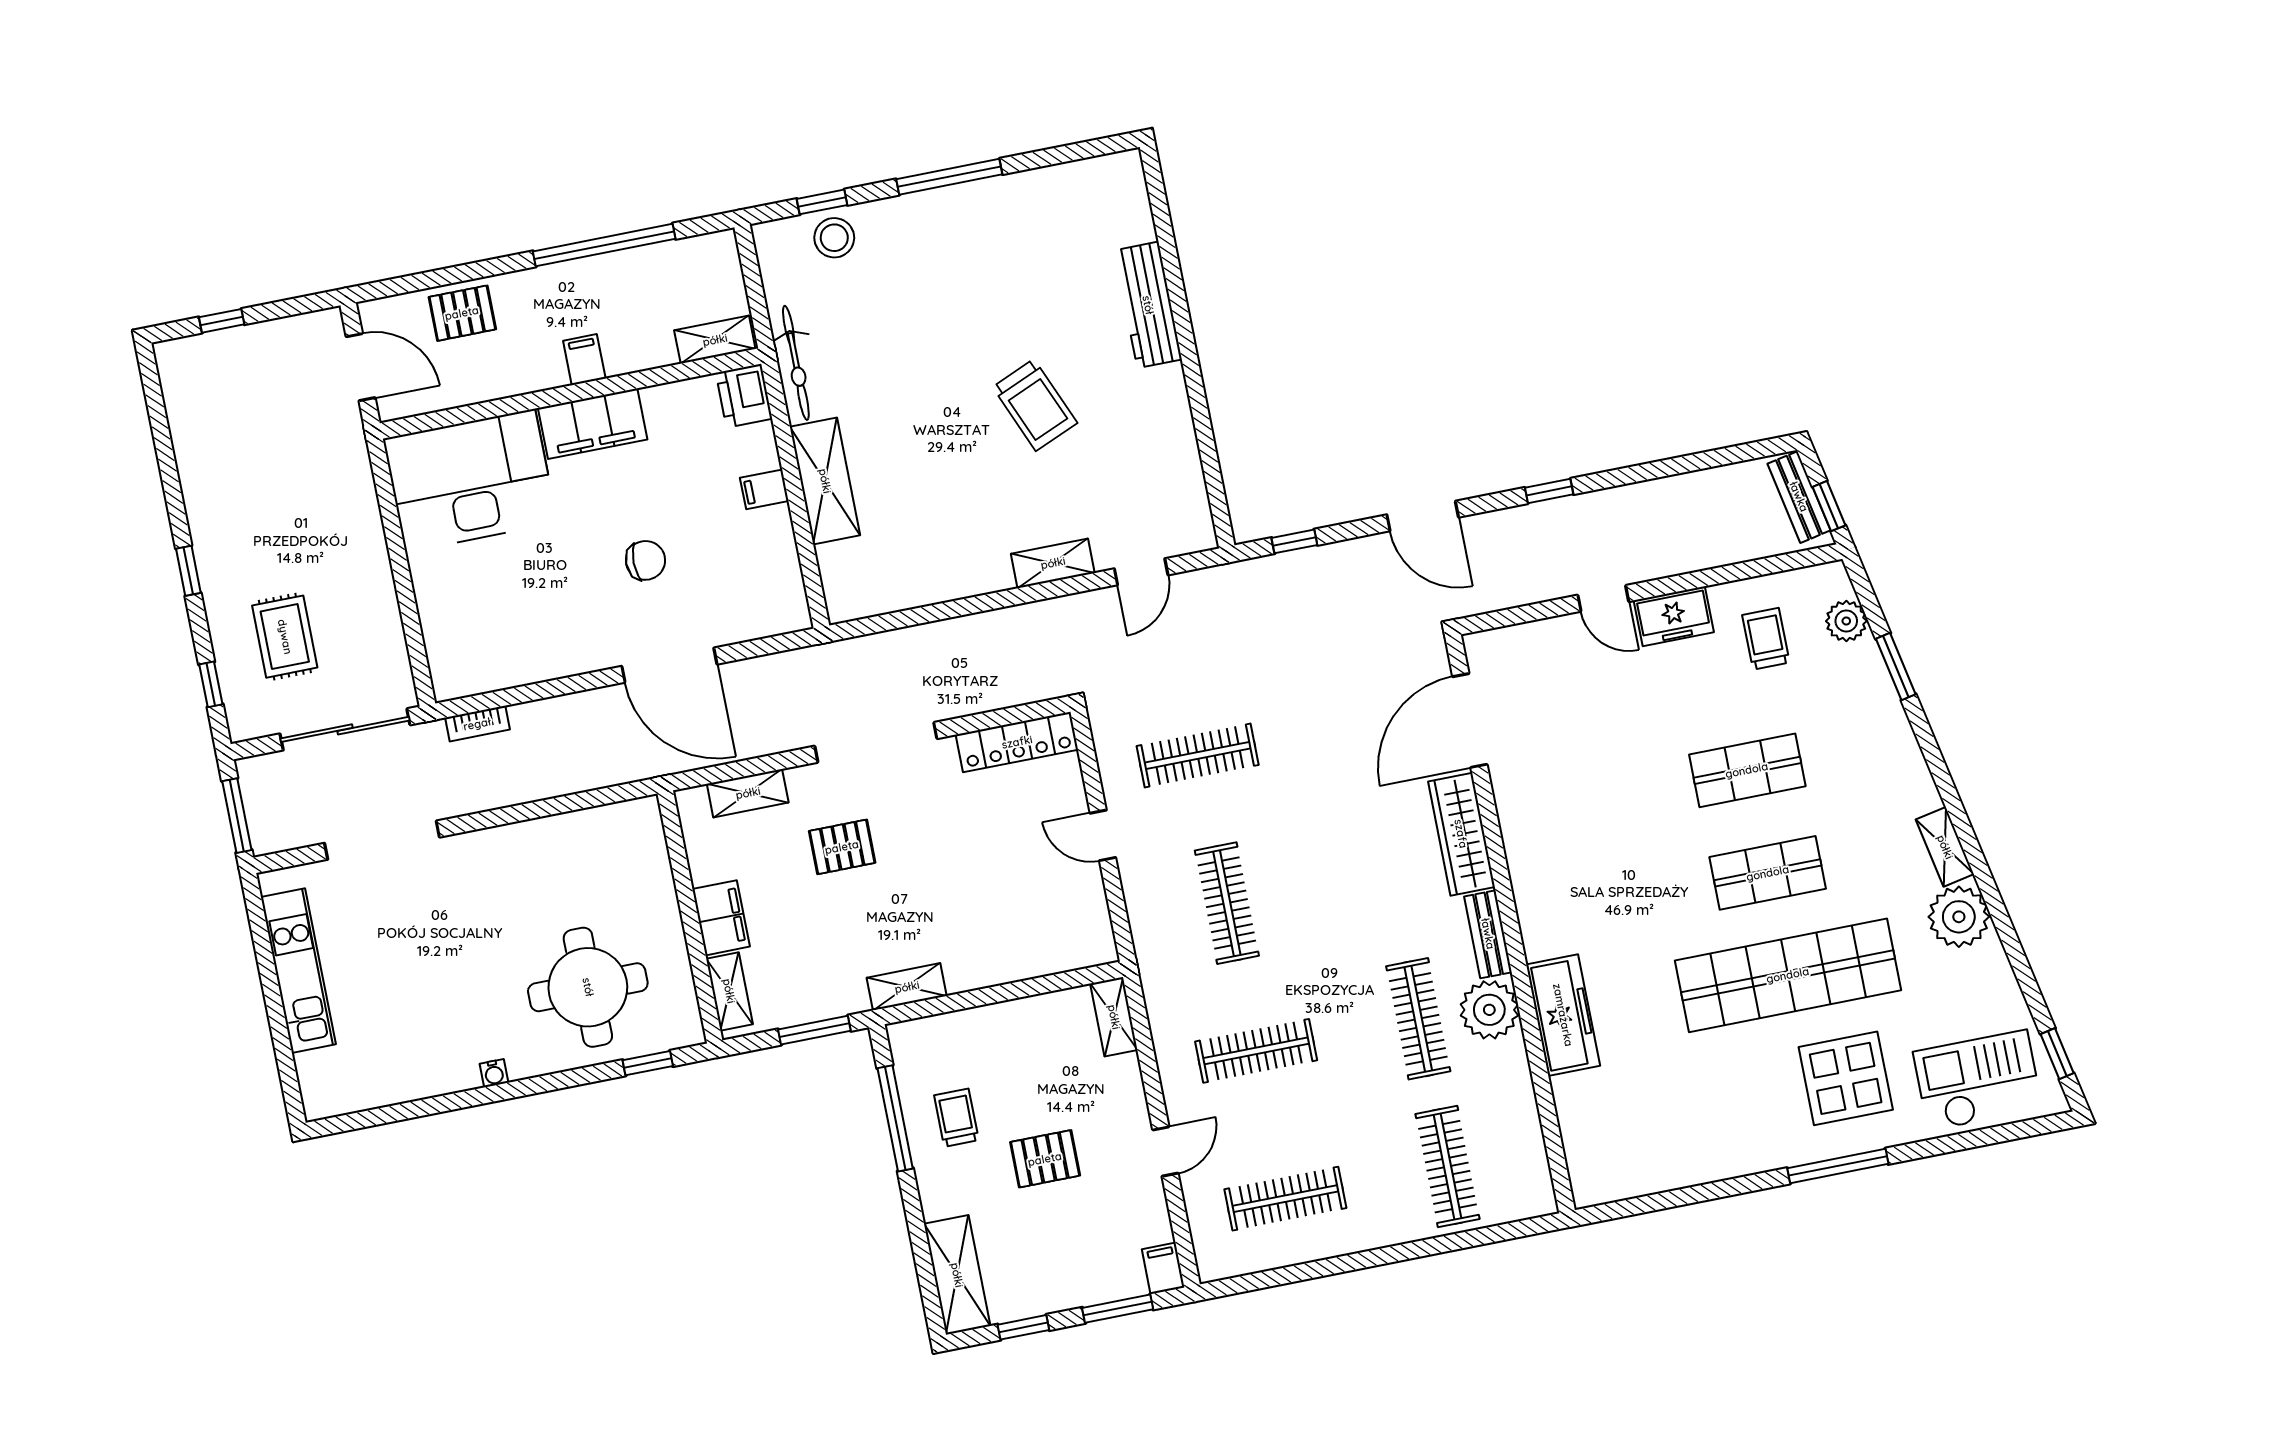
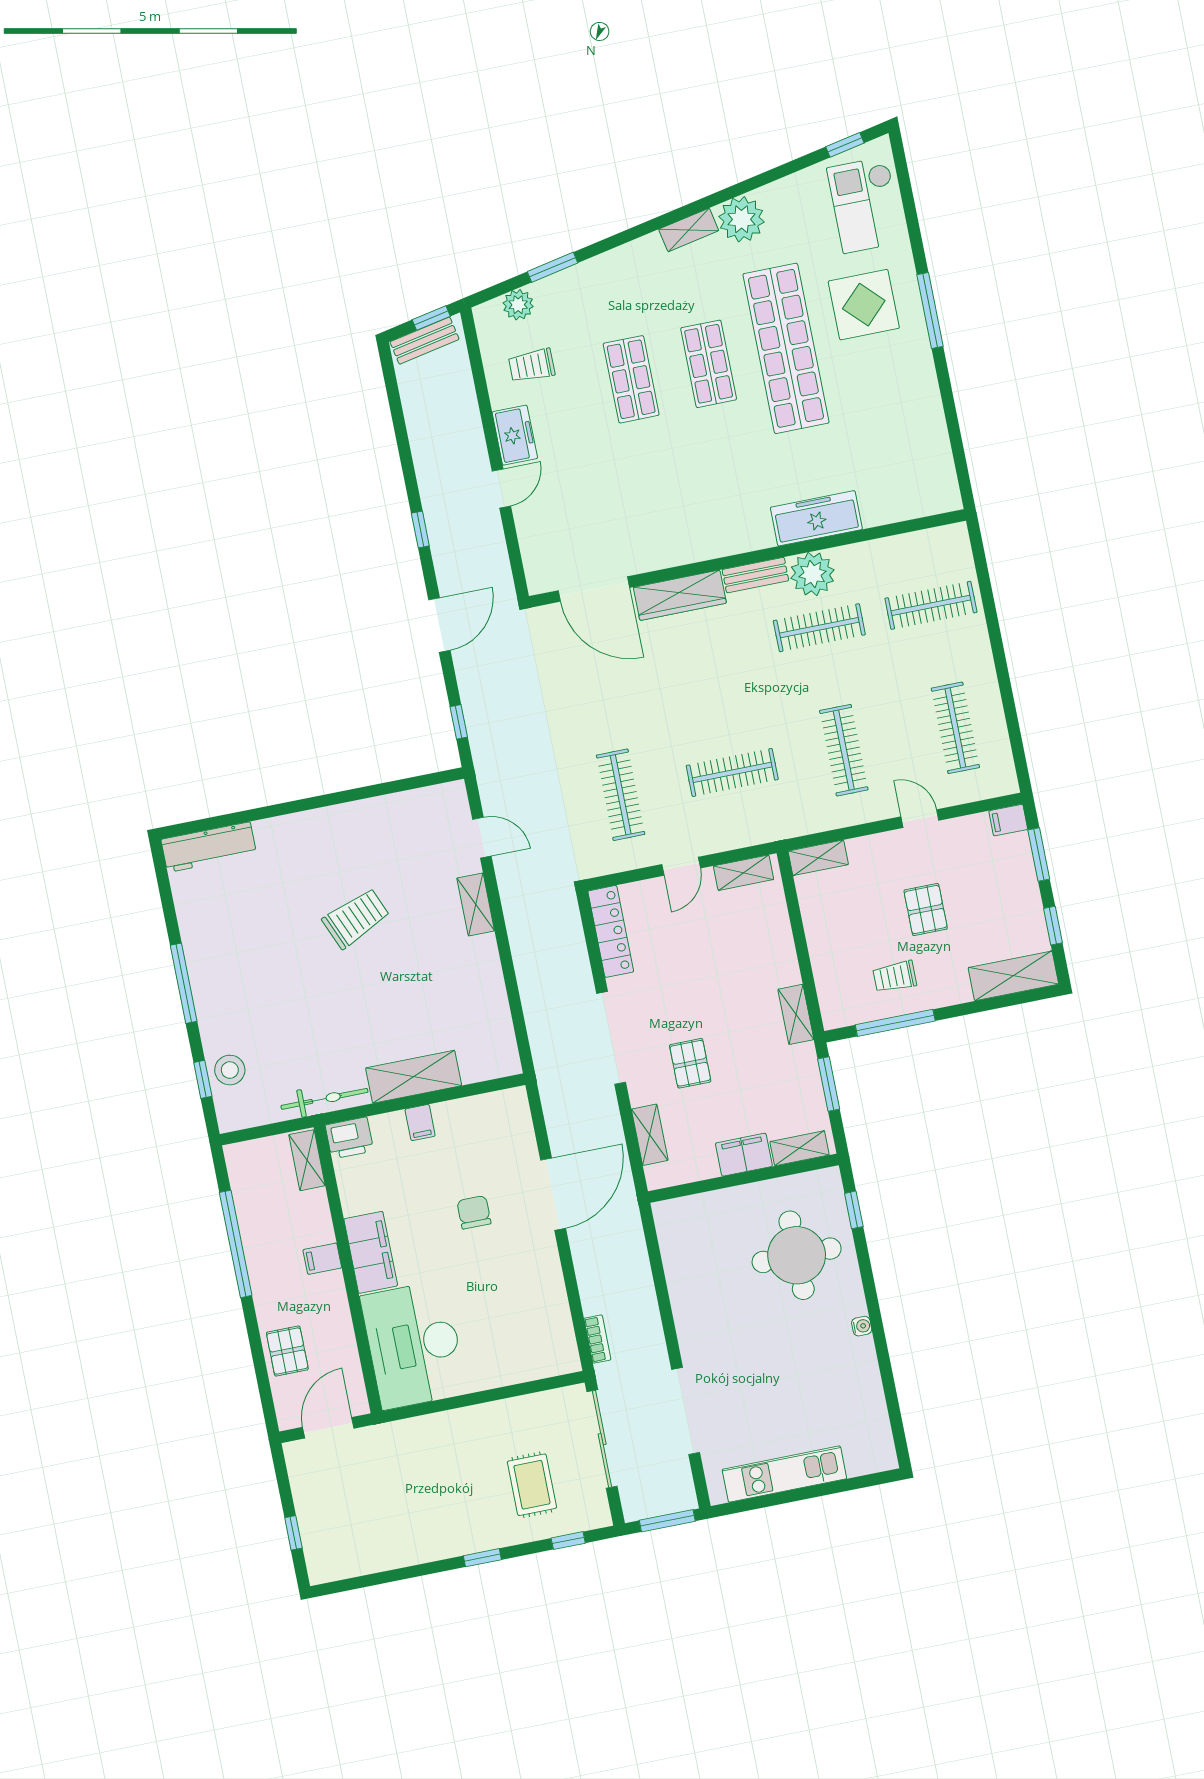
workbench: (1148, 305) -> (209, 847), moved
rug: (285, 637) -> (532, 1485), turned 90
shelving: (1094, 918) -> (744, 873), added

